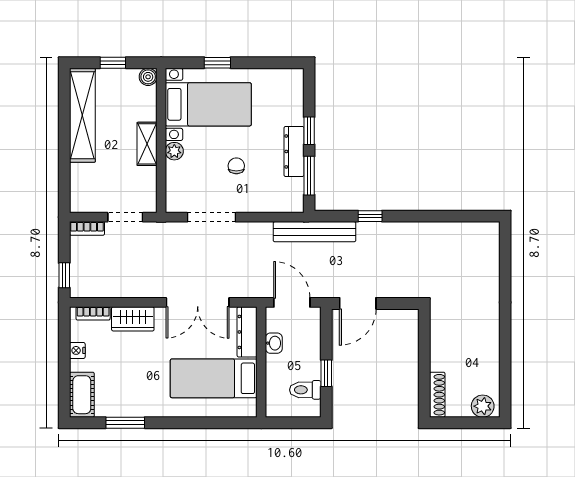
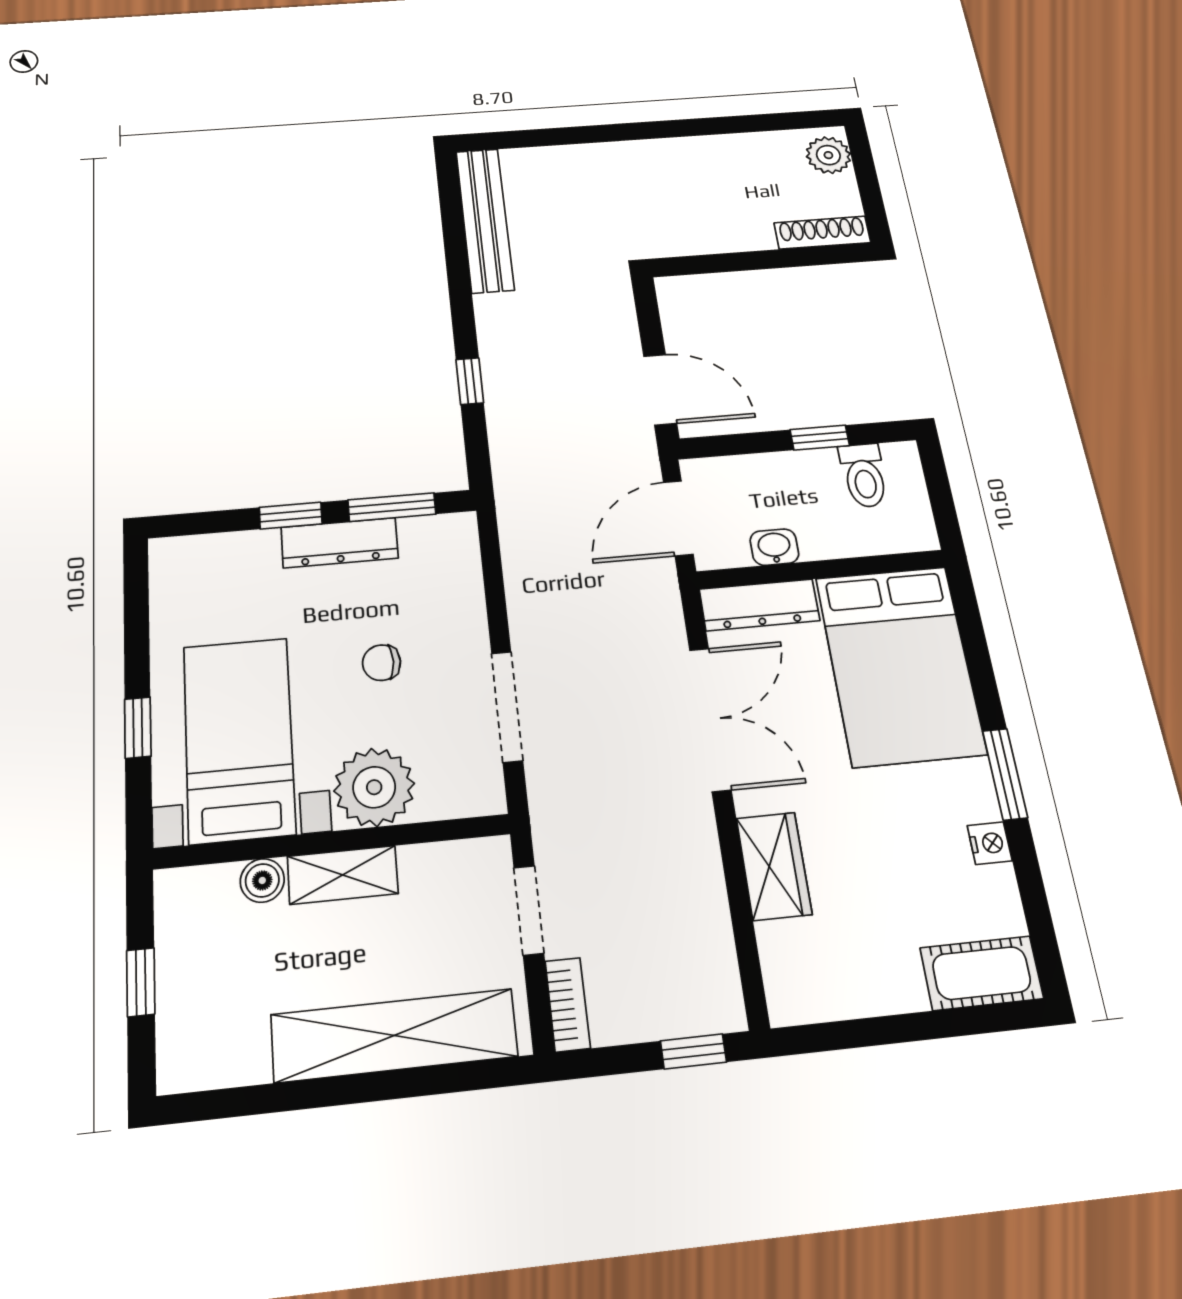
boiler: (148, 77) -> (262, 880), moved
shelving: (82, 115) -> (394, 1035), moved
plant: (174, 151) -> (374, 787), width x1.88, depth x1.88
bench: (315, 232) -> (485, 220), moved
bookcase: (93, 313) -> (777, 966), removed
nightstand: (77, 350) -> (990, 843), moved, turned -90
bed: (214, 378) -> (900, 665), width x1.50
window: (125, 423) -> (1005, 774), moved

